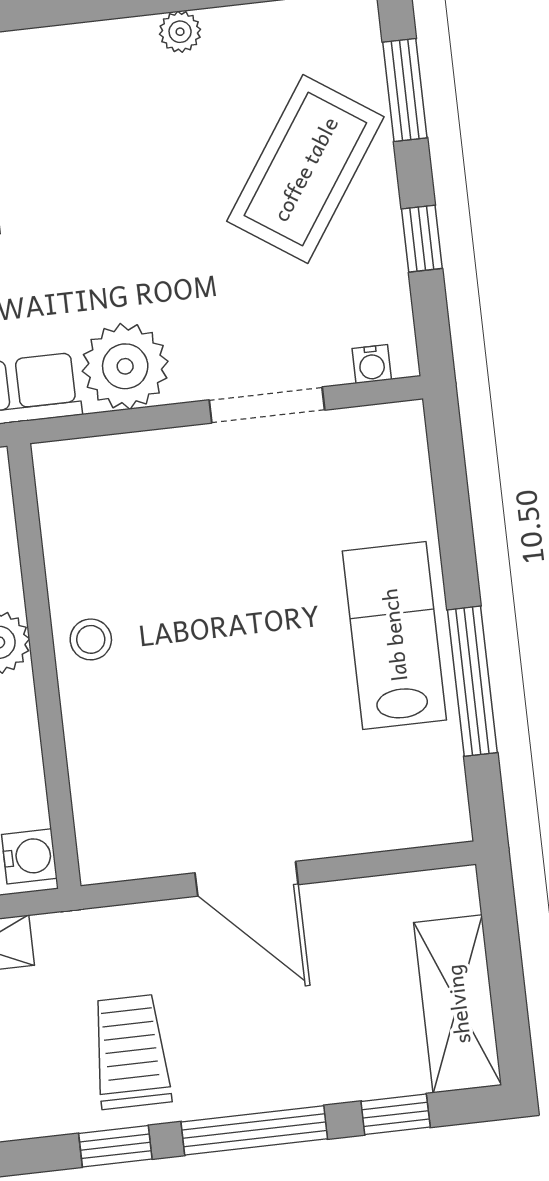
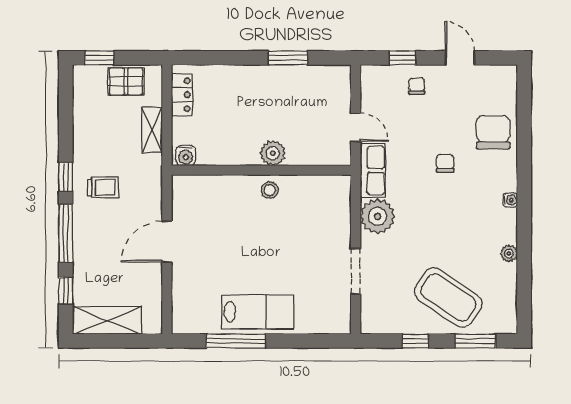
water cooler: (372, 364) -> (510, 200), moved, turned 180
trolley: (131, 1052) -> (103, 187), width x0.73, depth x0.72

